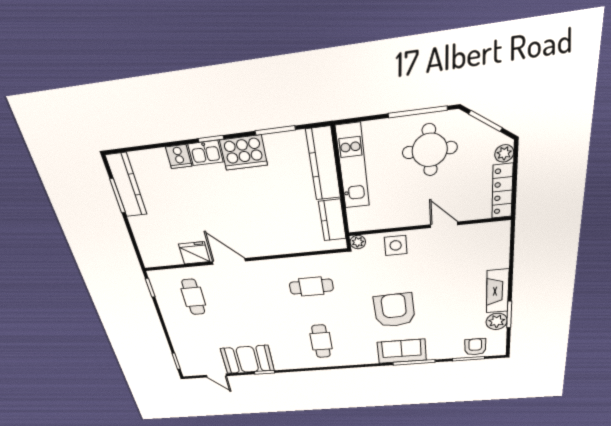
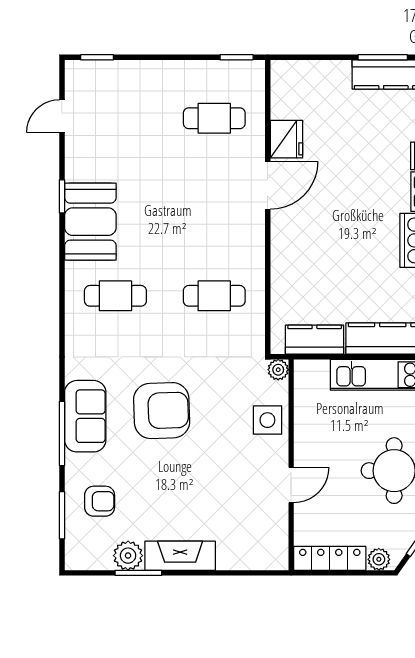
cafe table: (311, 287) -> (214, 296), turned 90
armchair: (475, 347) -> (100, 501), moved
booth: (247, 359) -> (90, 222), moved

